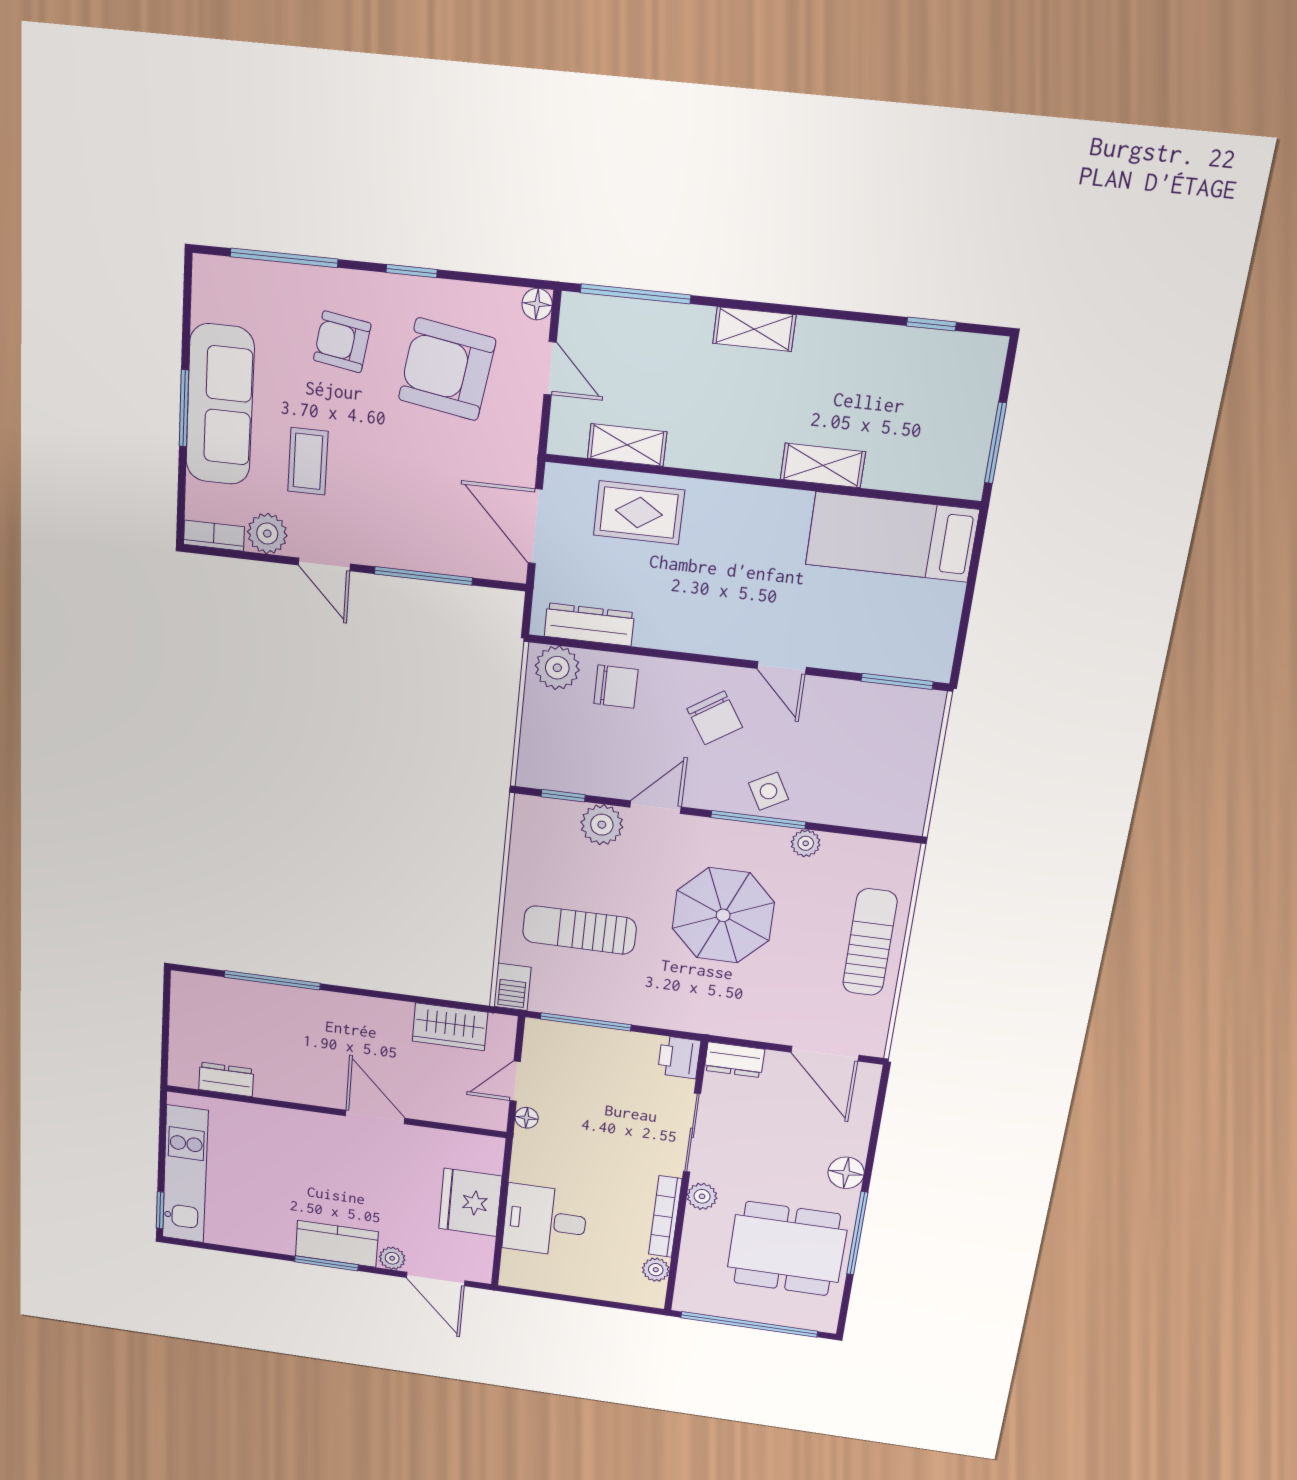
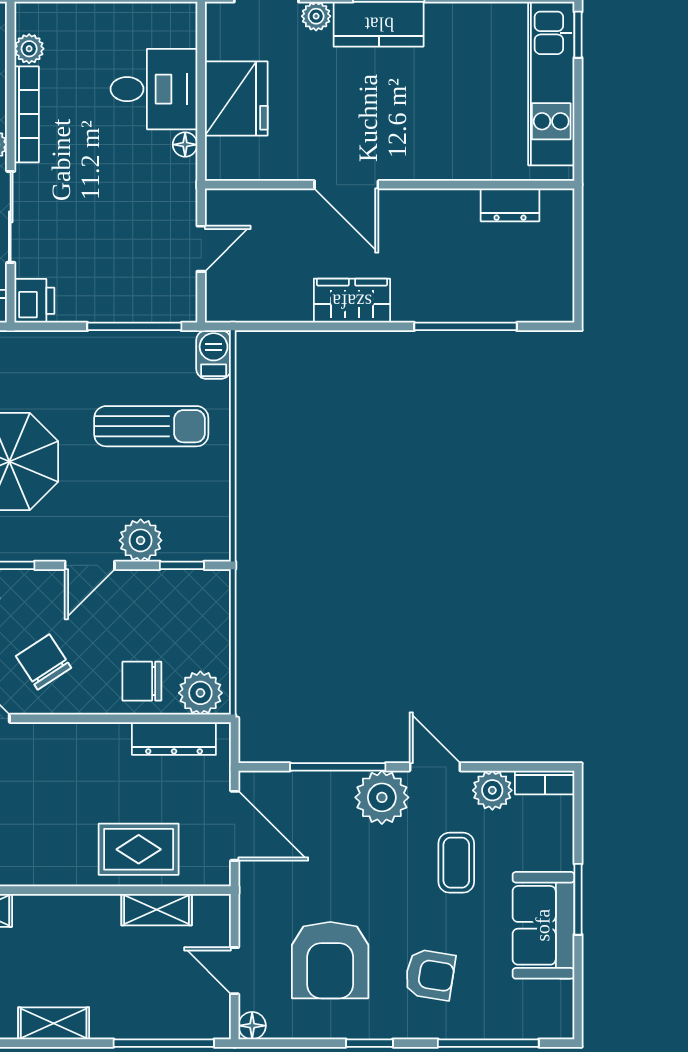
armchair: (447, 369) -> (330, 960), turned 81
sofa: (220, 405) -> (543, 925), width x0.73
plant: (380, 539) -> (382, 797), added
wardrobe: (450, 1027) -> (352, 301), moved
floor lamp: (527, 1118) -> (185, 145), moved

